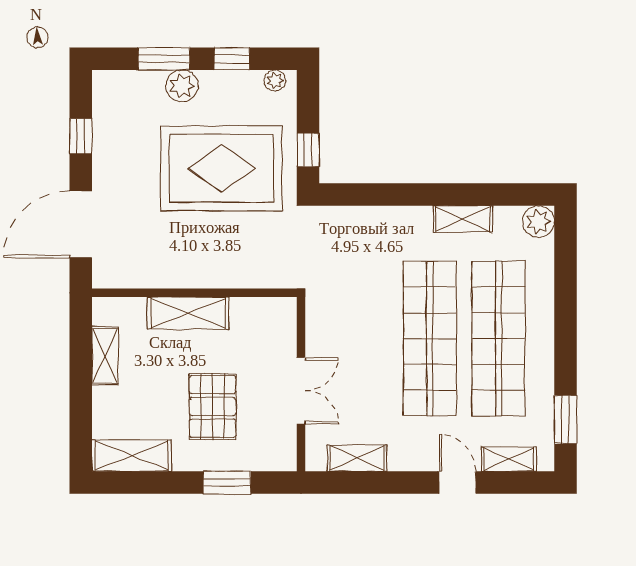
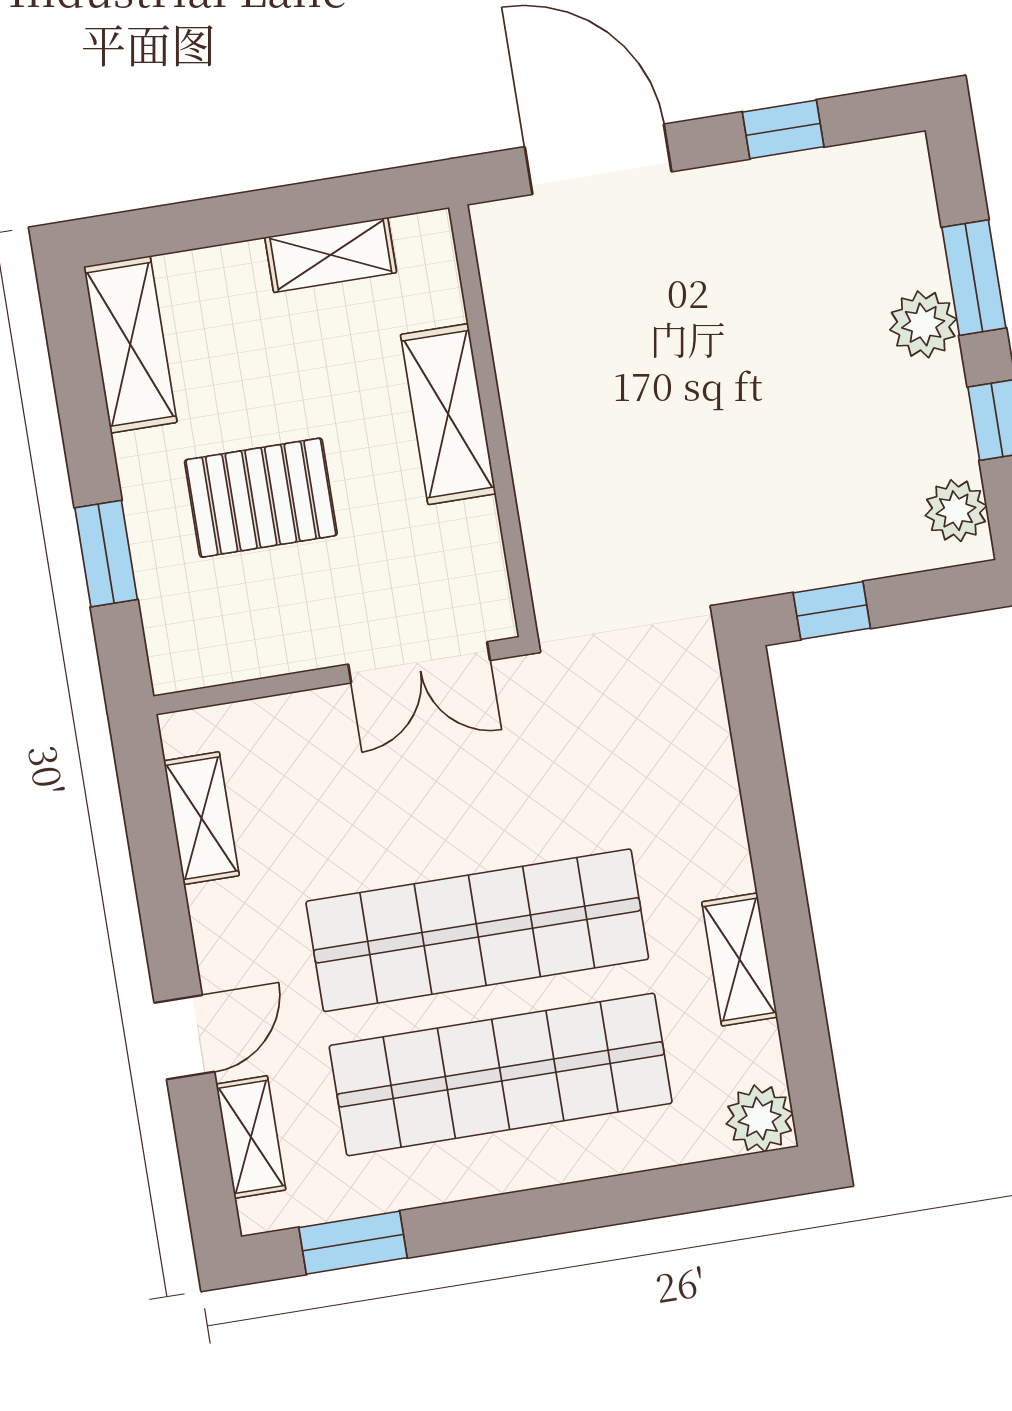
plant: (275, 81) -> (956, 511), width x1.38, depth x1.38
rug: (221, 168) -> (764, 435), removed
double door: (301, 391) -> (419, 662), moved

